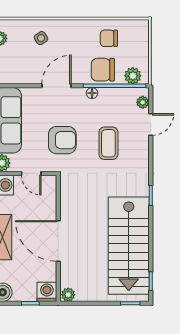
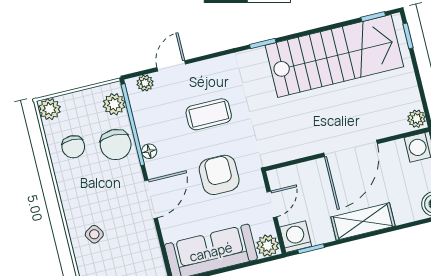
plant: (141, 28) -> (50, 109), added
door: (57, 86) -> (151, 199), swing flipped
door: (151, 124) -> (171, 66), hinge flipped

